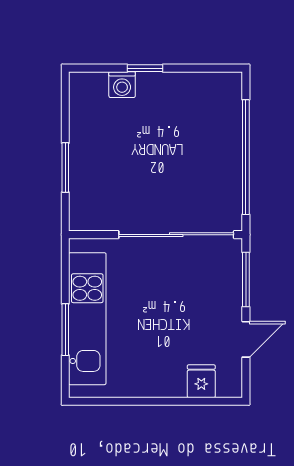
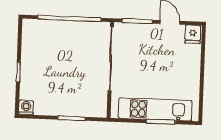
washing machine: (122, 85) -> (26, 107), moved, turned -90
fridge: (201, 381) -> (193, 34), moved, turned -90

